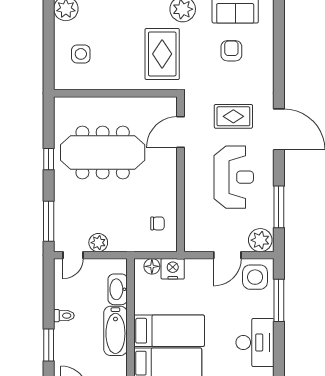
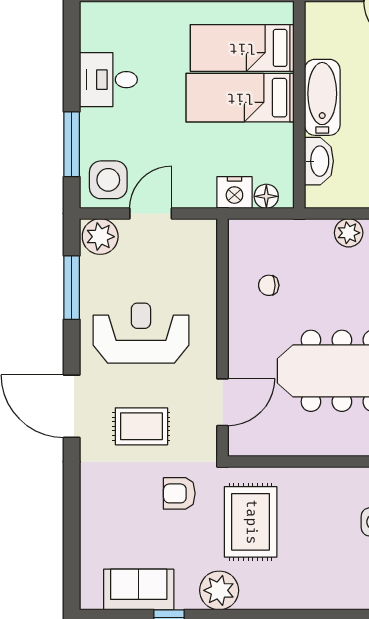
armchair: (231, 51) -> (179, 493), moved, turned 90
reception desk: (234, 177) -> (141, 333), turned 90
chair: (157, 223) -> (269, 285), moved
desk: (255, 342) -> (108, 80), width x0.73

